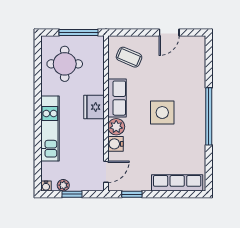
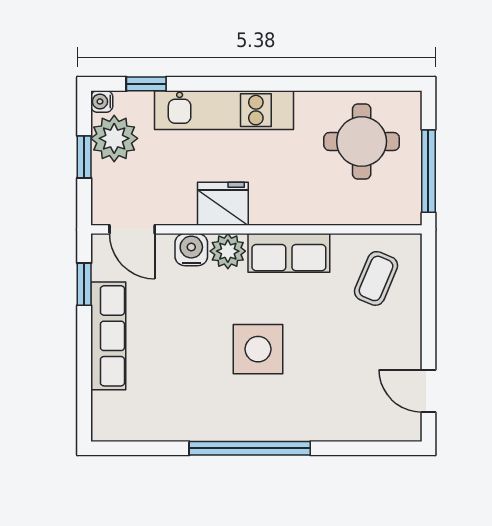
door: (169, 32) -> (428, 391), moved
fridge: (94, 107) -> (223, 204), moved
window: (38, 165) -> (146, 84), added
row of seats: (177, 183) -> (108, 336), moved
plant: (63, 185) -> (114, 138), width x1.87, depth x1.87

